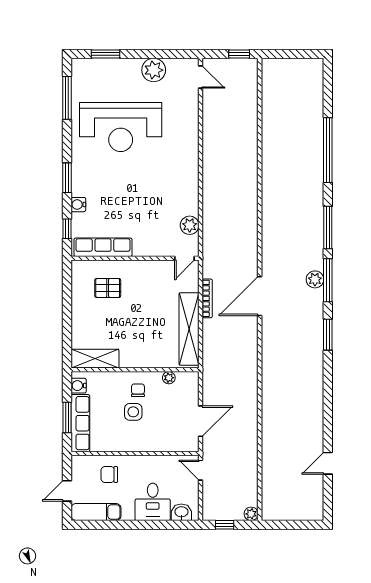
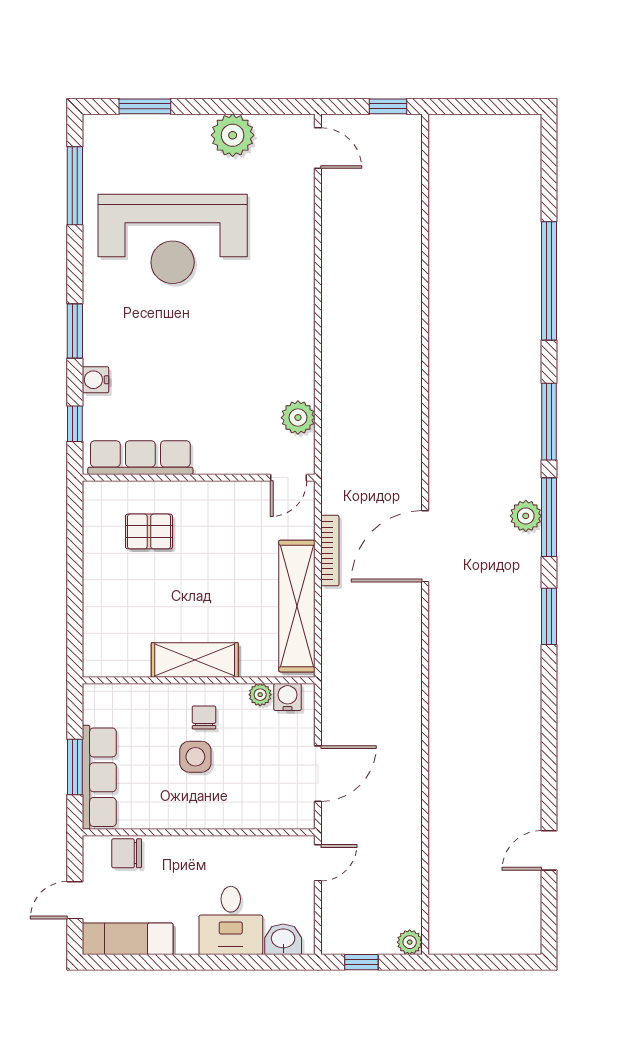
shelving: (95, 359) -> (195, 660), moved
water cooler: (79, 386) -> (288, 697), moved, turned 90
door: (201, 470) -> (318, 863), swing flipped
chair: (109, 474) -> (127, 853), moved

